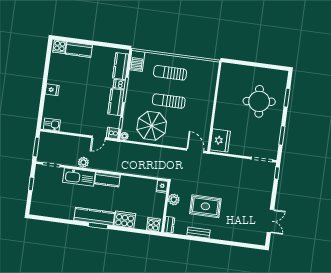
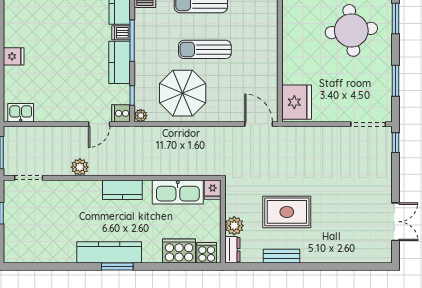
kitchen sink: (79, 177) -> (178, 192), moved
plant: (174, 199) -> (234, 226), moved
cooker: (125, 220) -> (179, 251), moved

